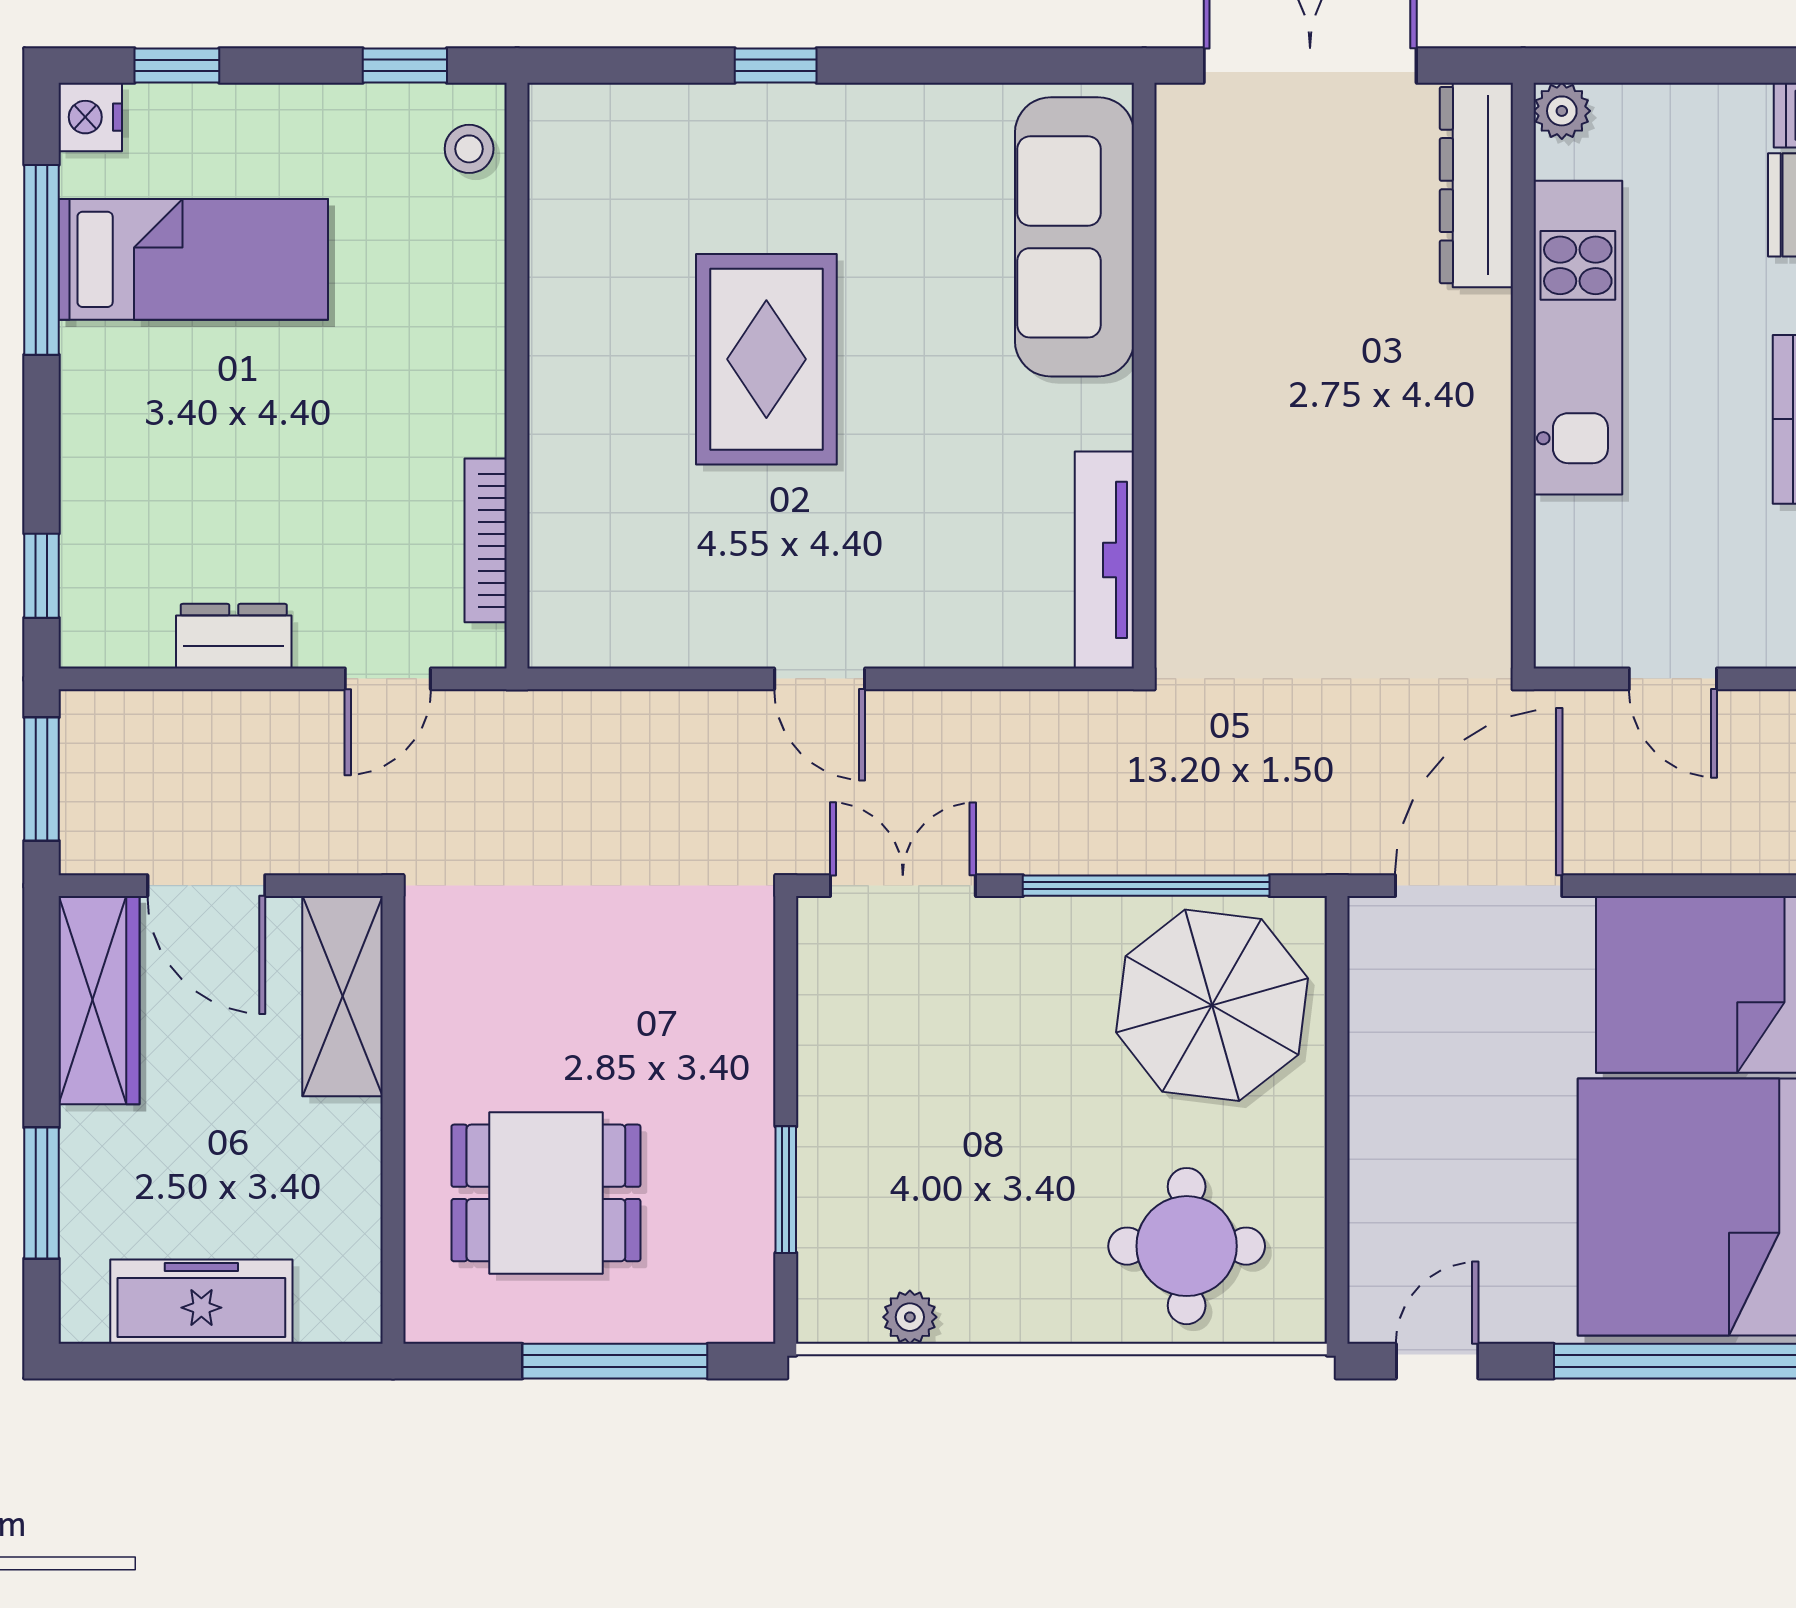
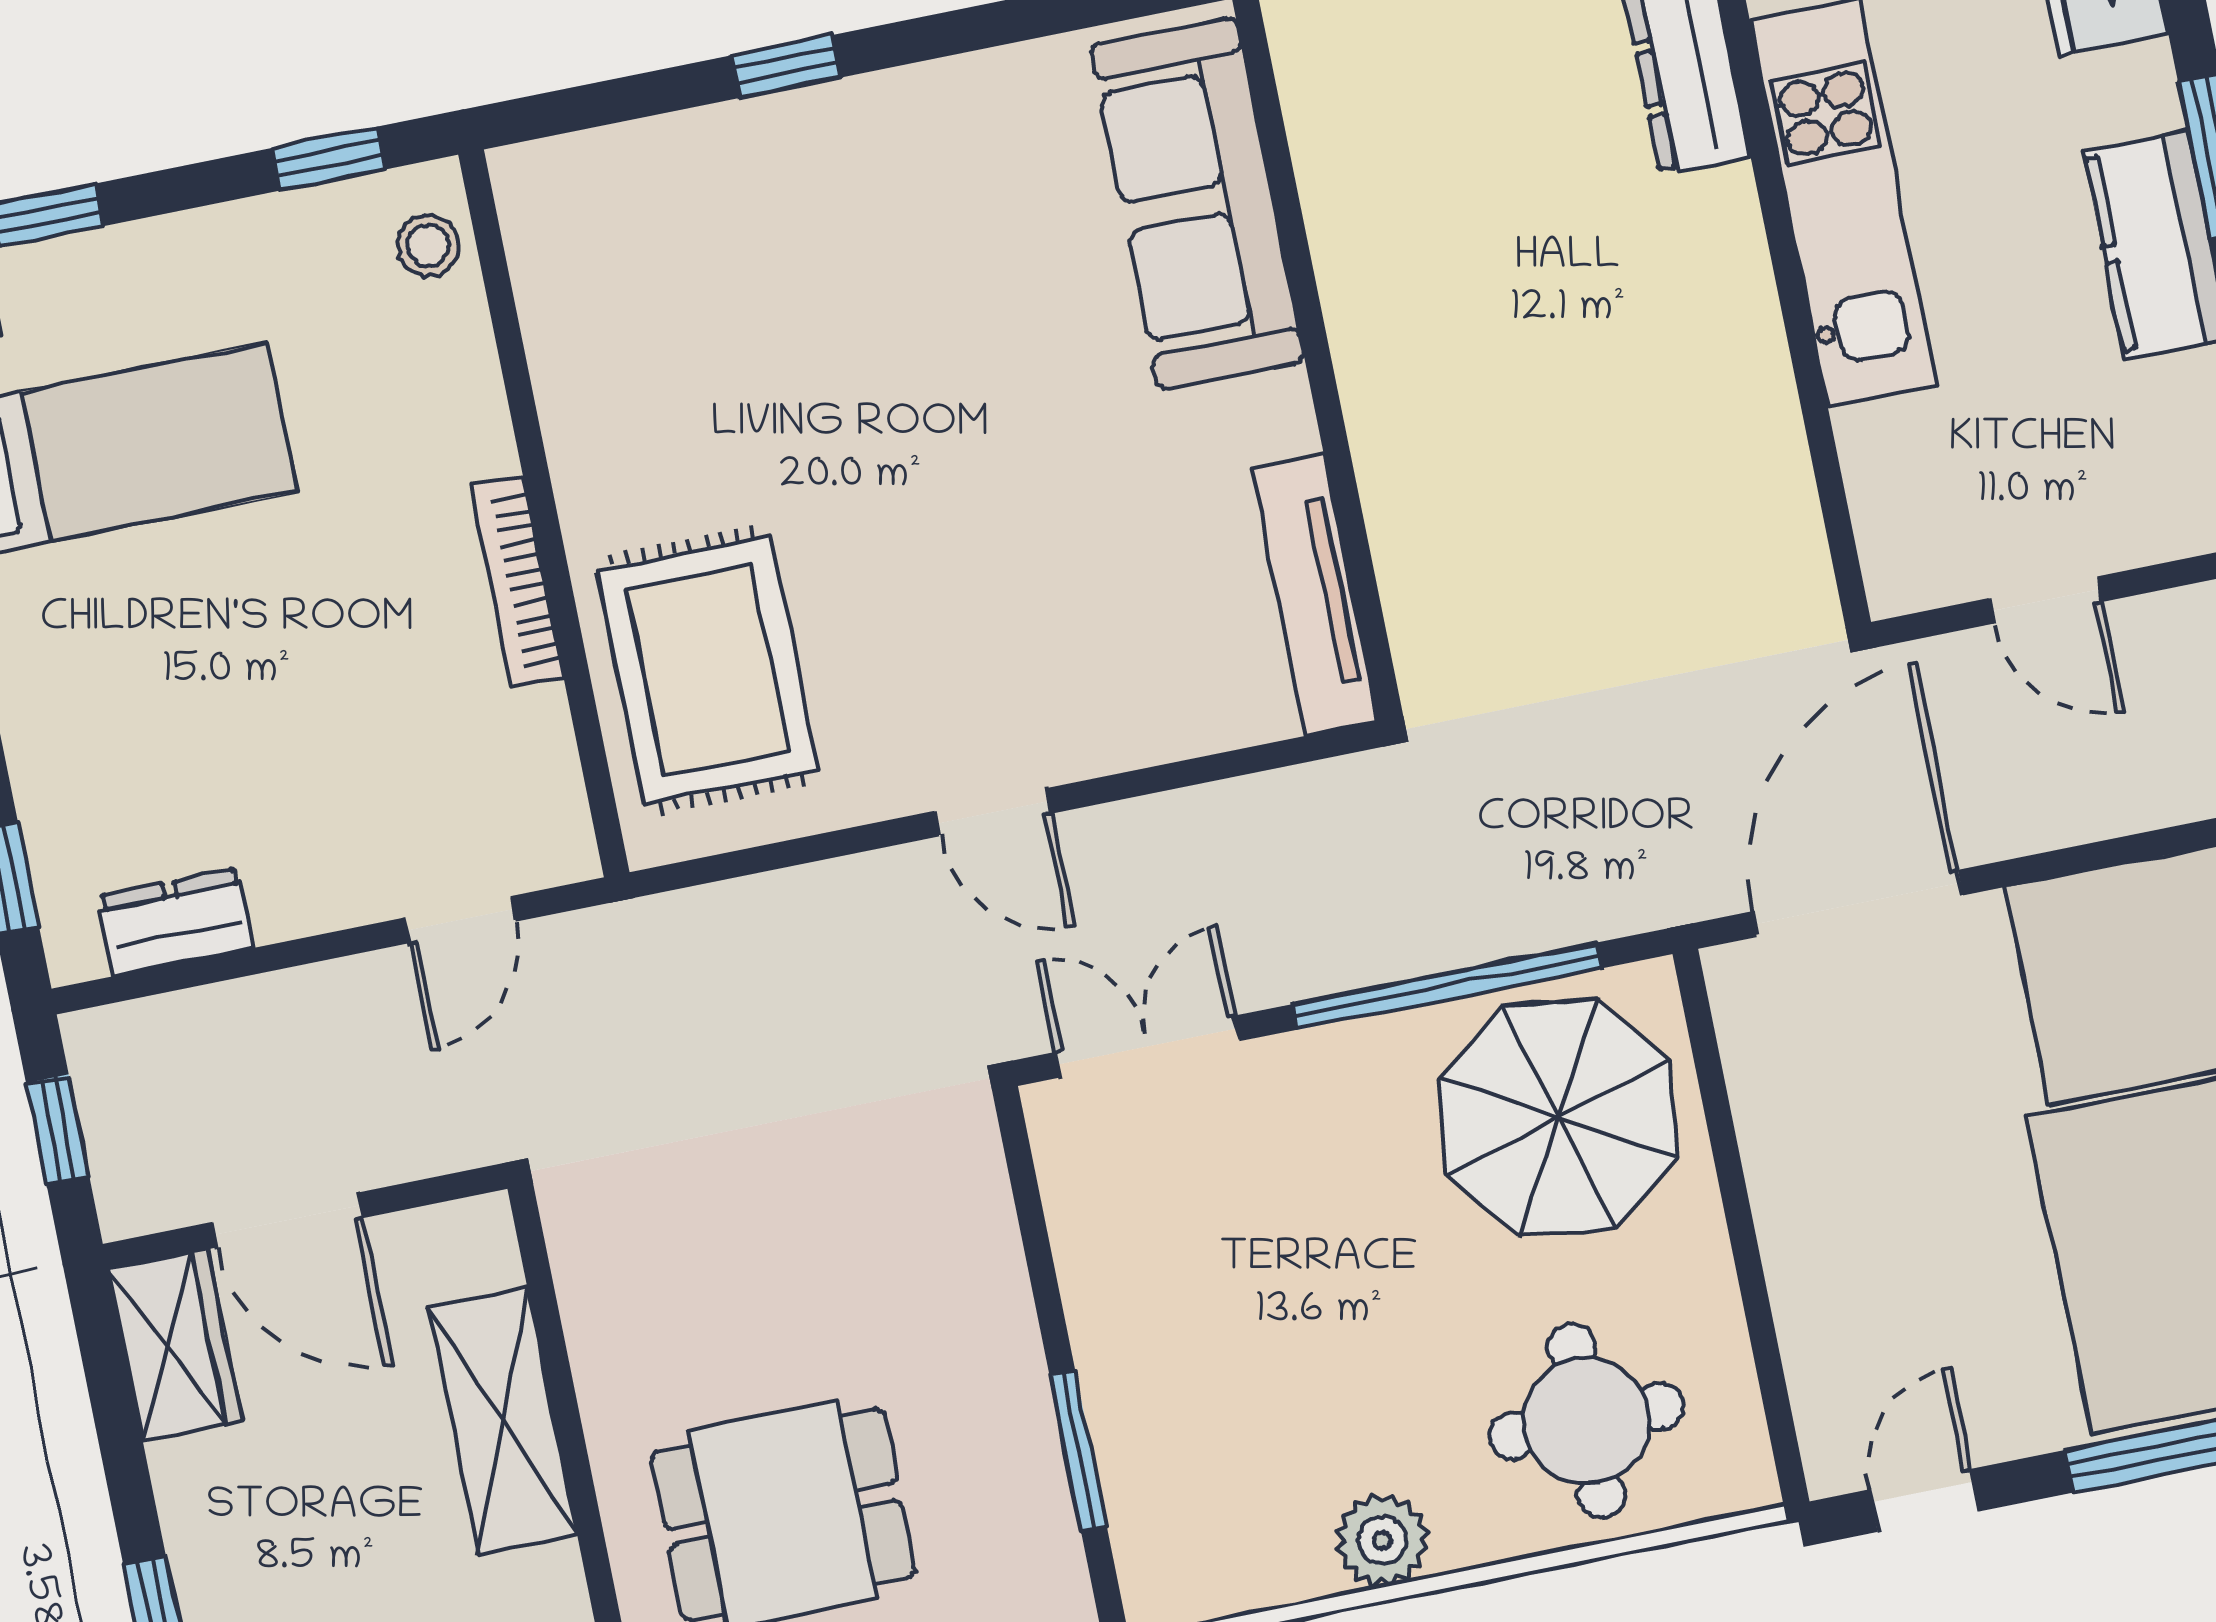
rug: (766, 359) -> (707, 670), moved
bookcase: (486, 540) -> (518, 582), moved
dresser: (234, 636) -> (176, 922), moved
window: (41, 779) -> (58, 1129), width x0.67
shelving: (343, 996) -> (503, 1421), moved
wardrobe: (99, 1000) -> (175, 1345), width x0.67
plant: (910, 1317) -> (1382, 1540), moved, width x1.38, depth x1.38

